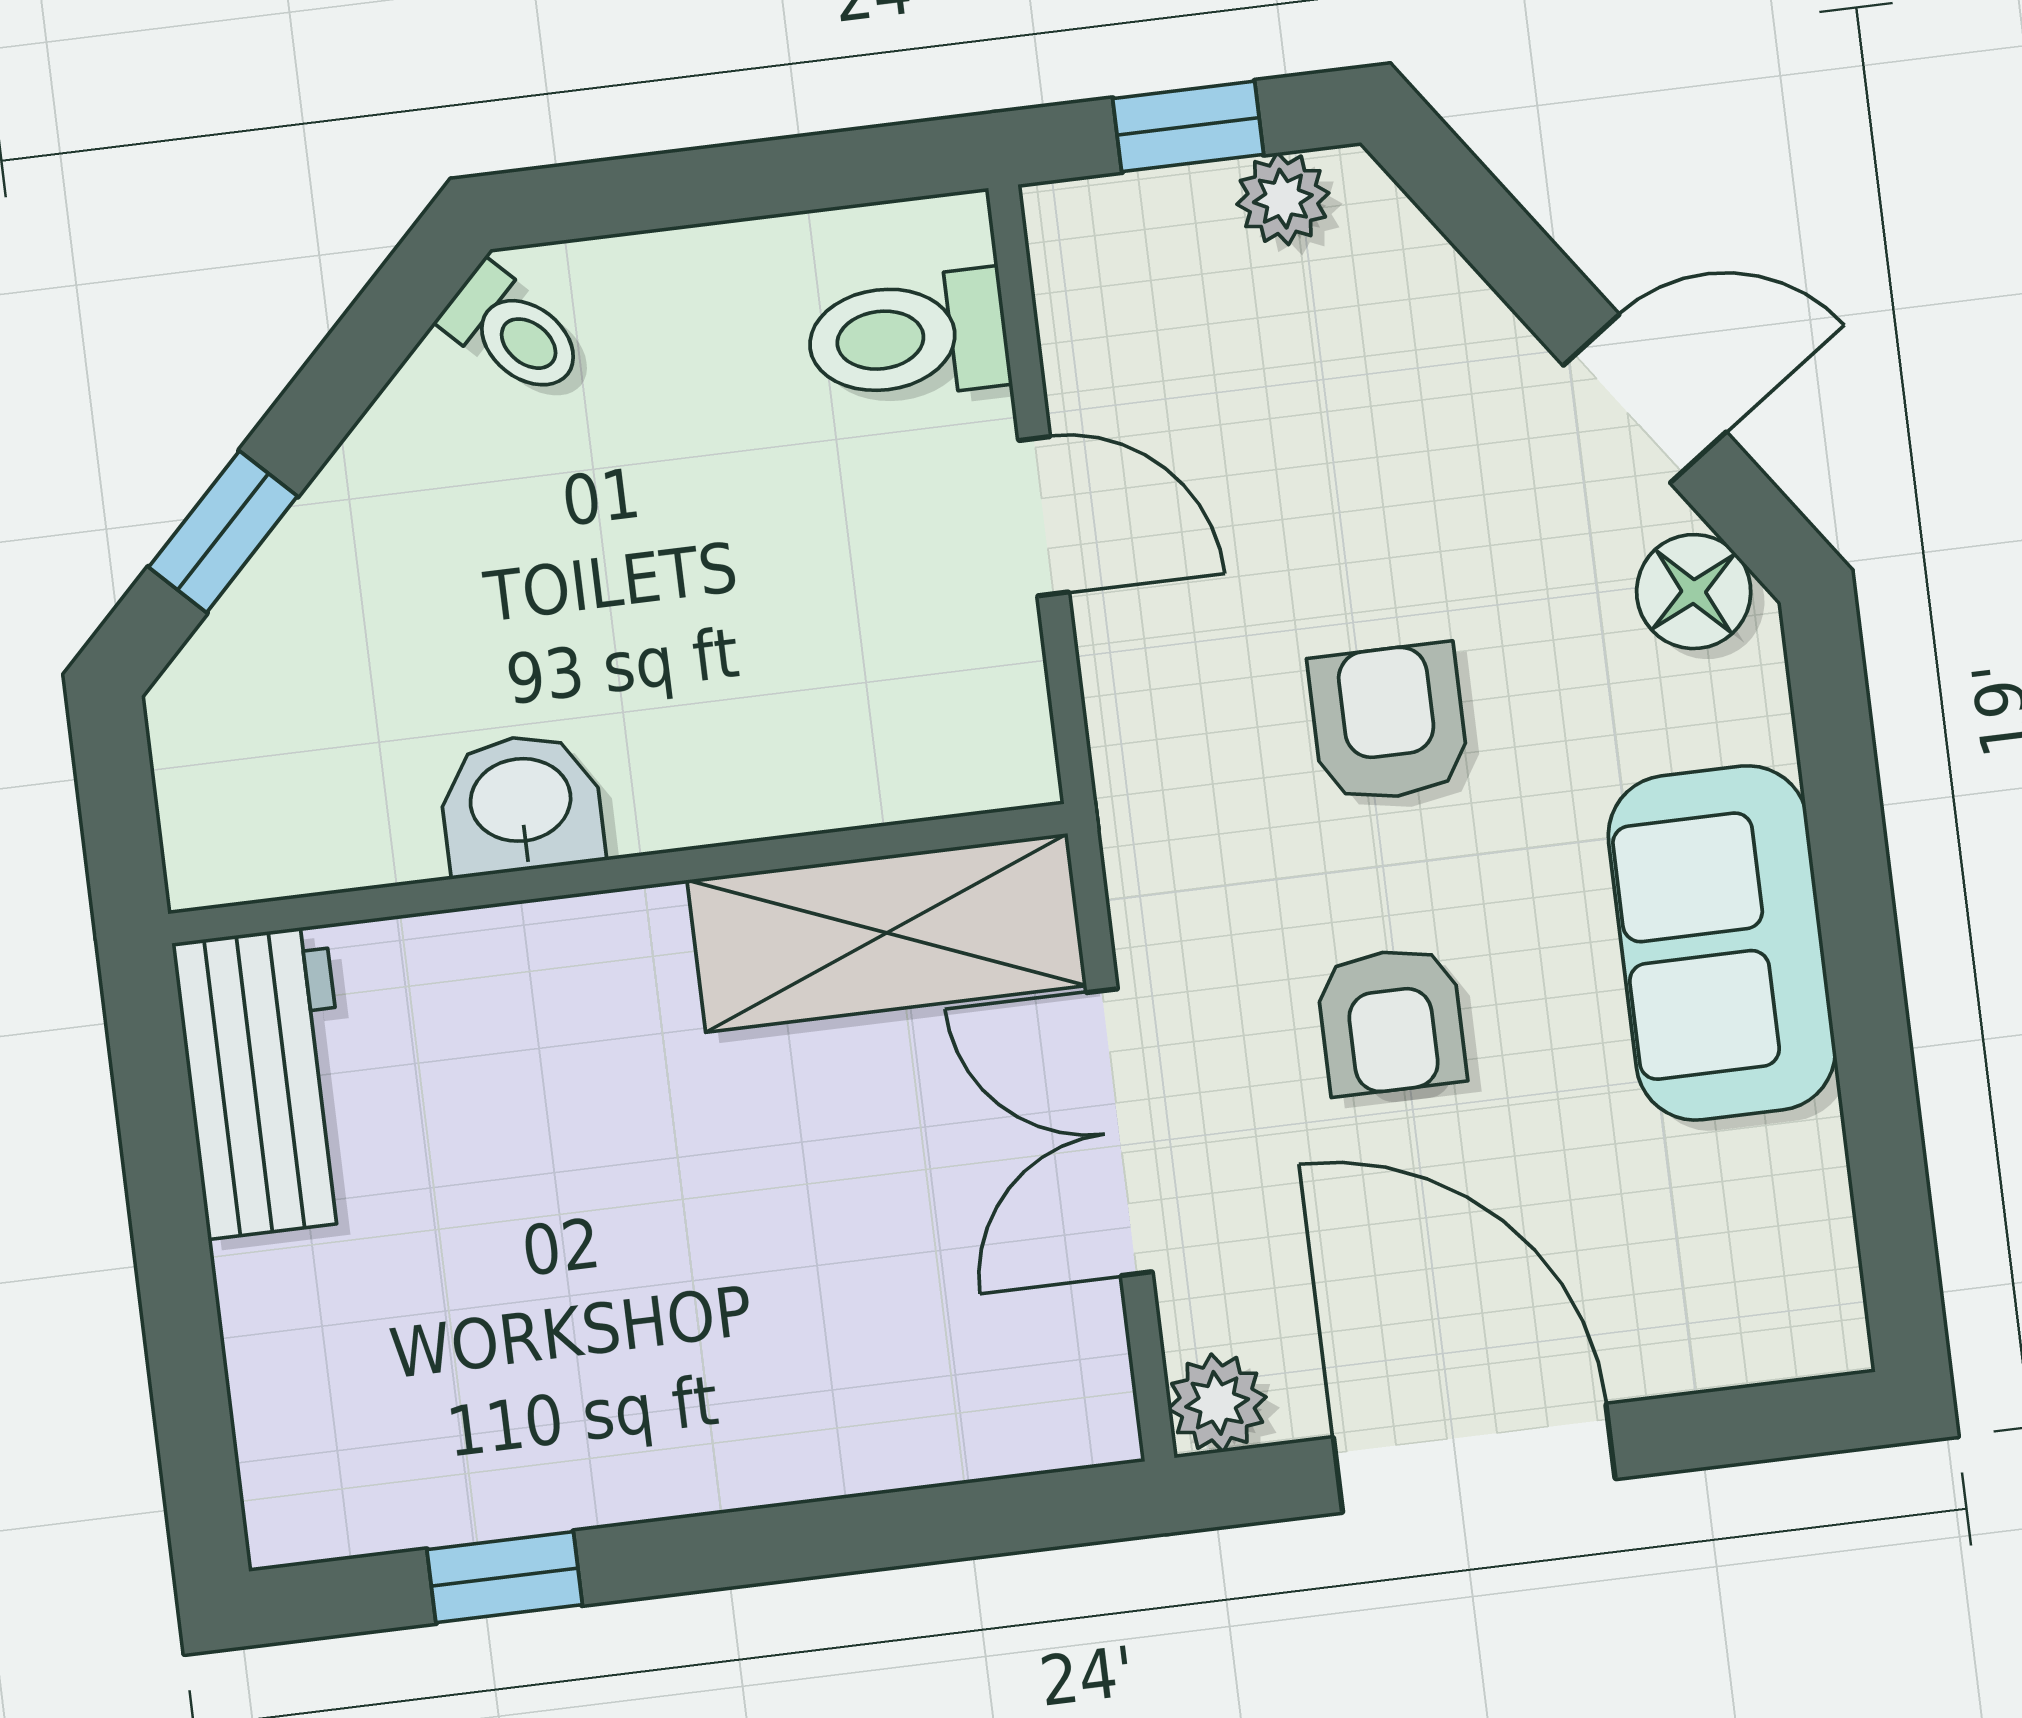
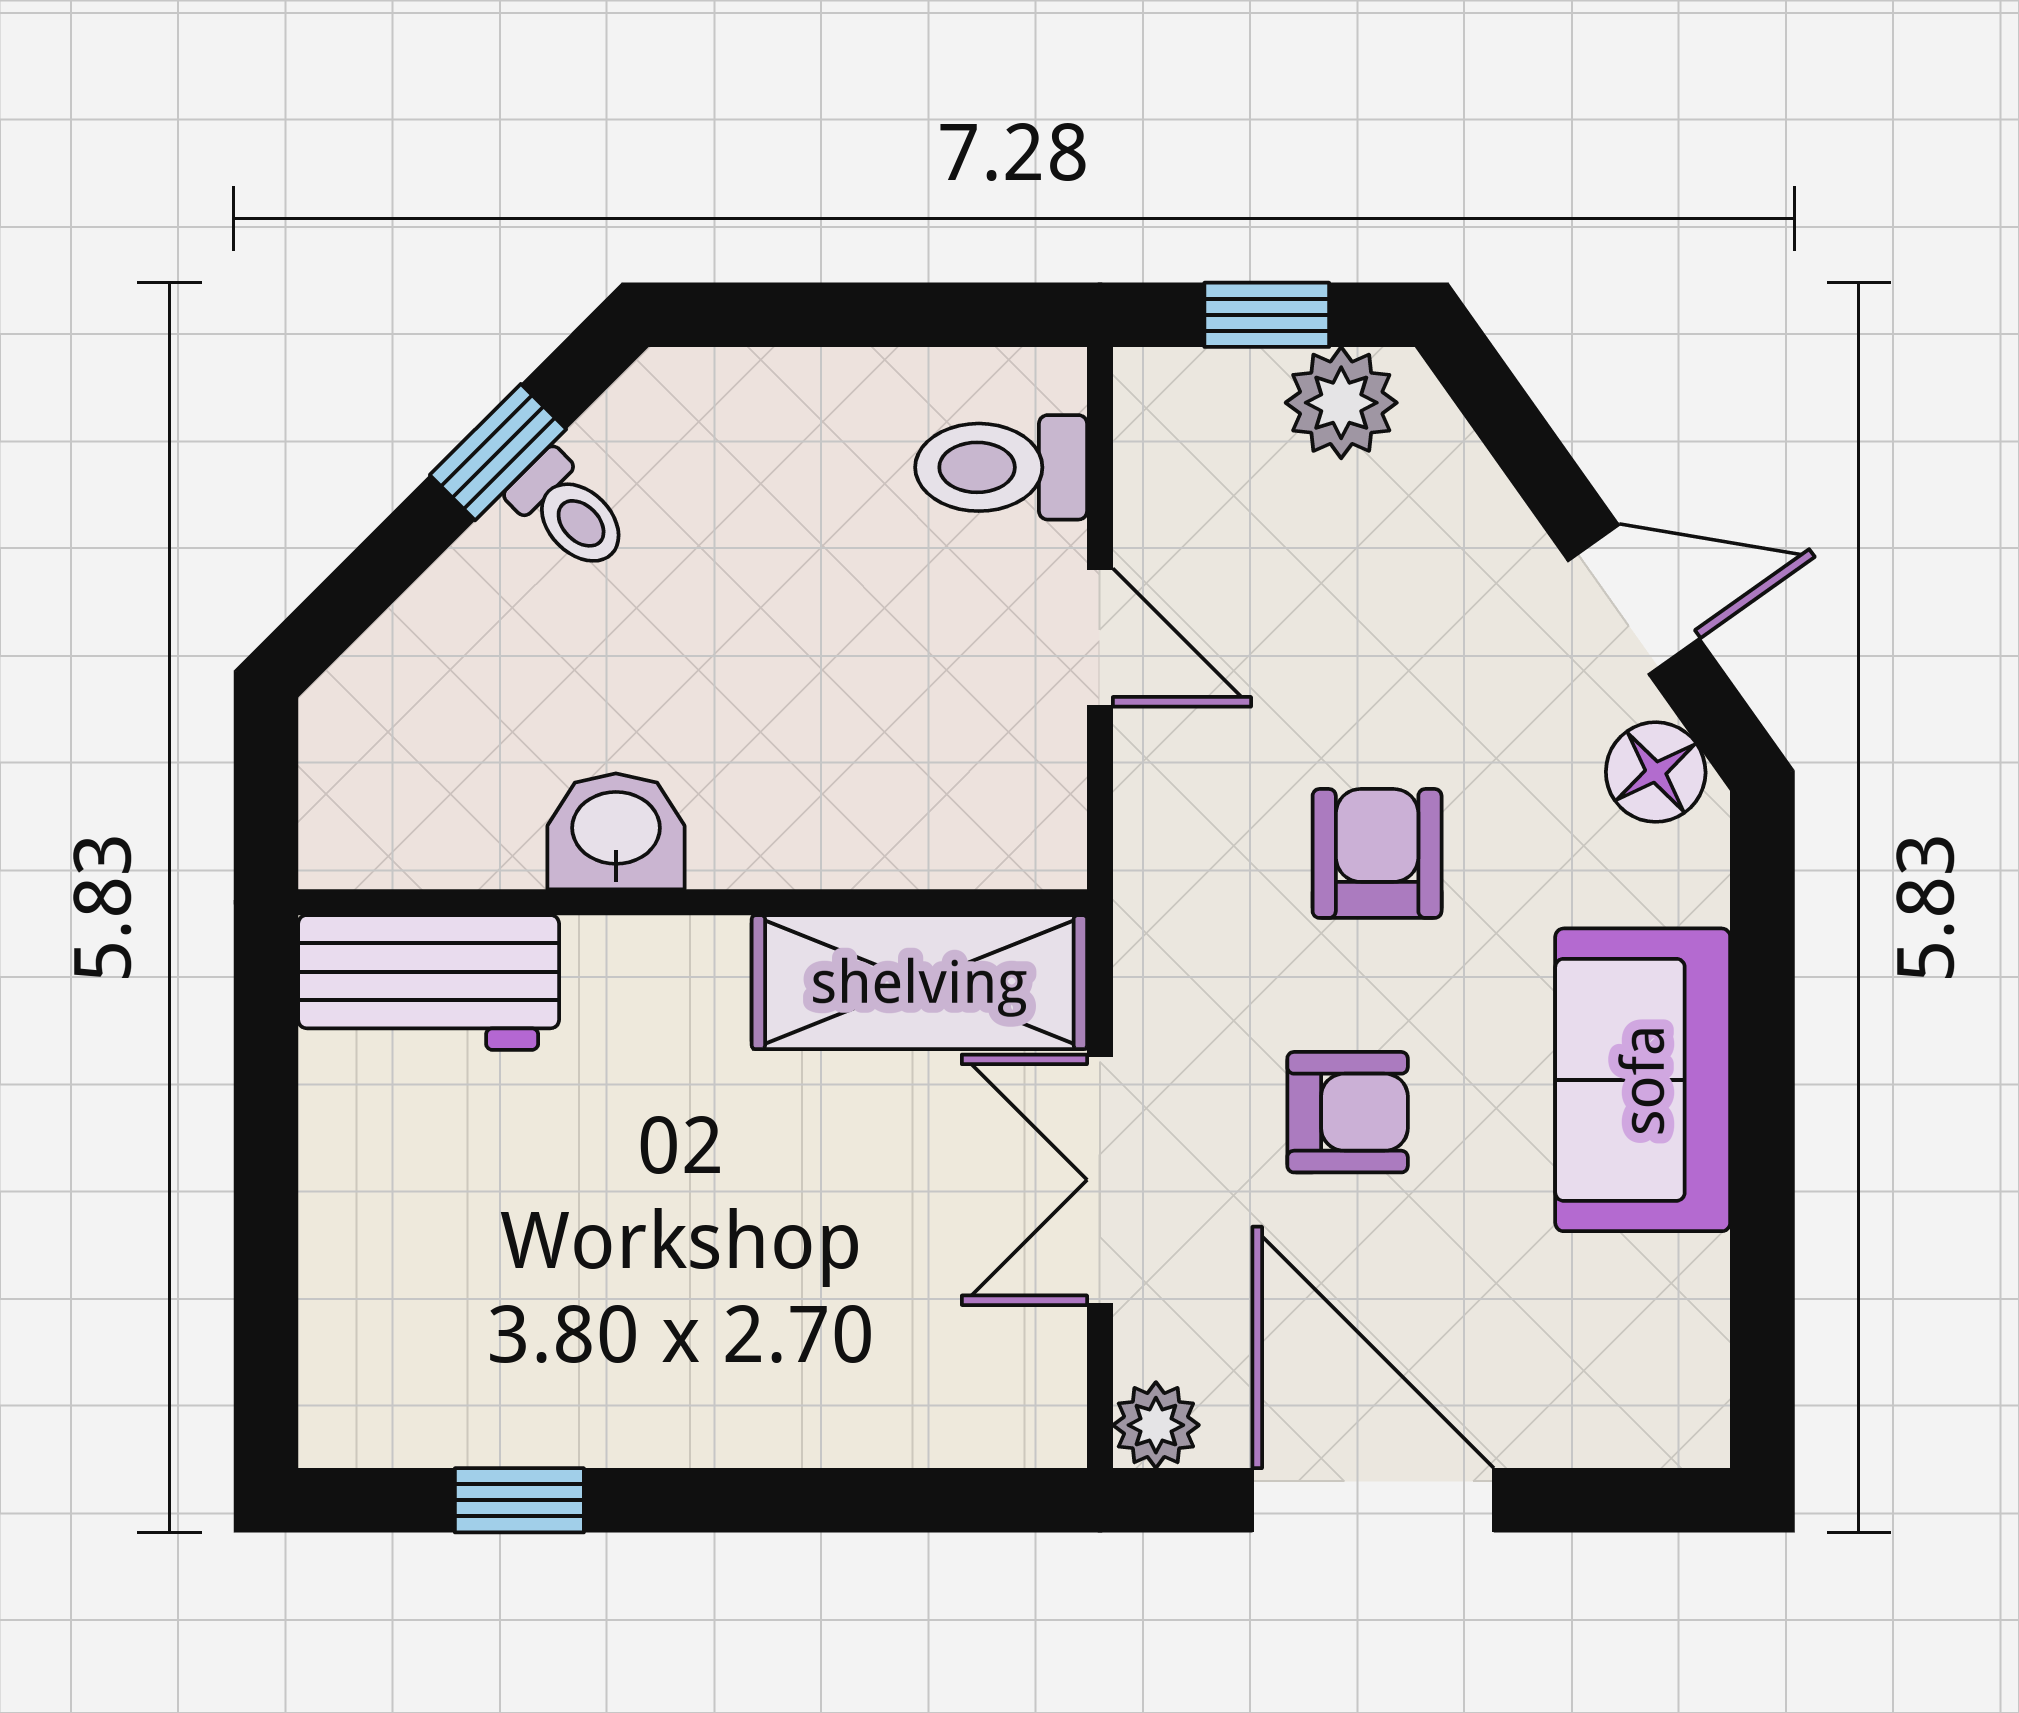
plant: (1283, 199) -> (1341, 403), width x1.38, depth x1.38
toilet: (513, 332) -> (569, 511), moved
window: (223, 532) -> (498, 452), moved
armchair: (1391, 1021) -> (1348, 1112), turned -90
workbench: (266, 1082) -> (429, 982), moved, turned 90

